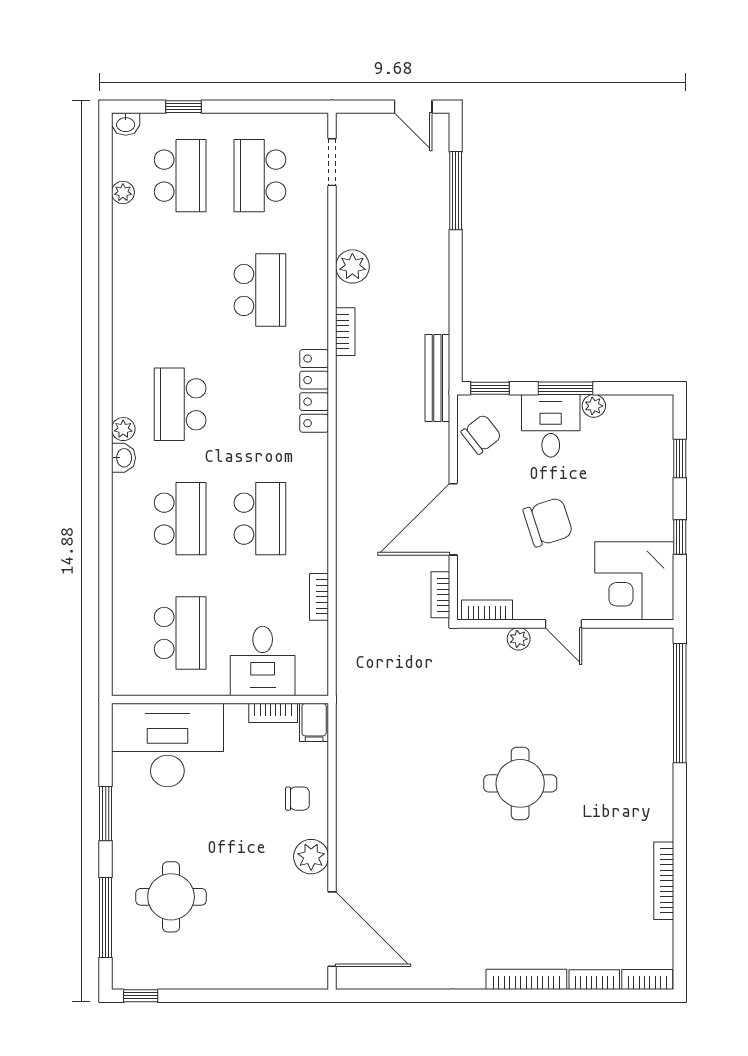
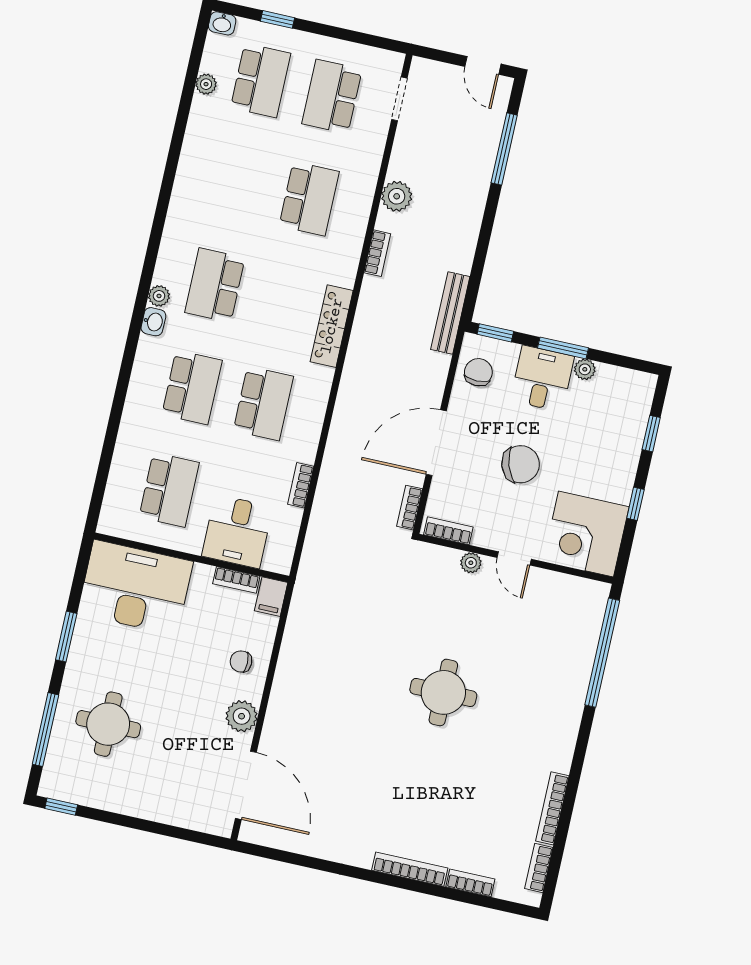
locker: (314, 391) -> (332, 326), moved
chair: (481, 434) -> (478, 372), turned -52
chair: (297, 799) -> (241, 661), turned 180
bookcase: (647, 980) -> (539, 868), moved, turned -90

